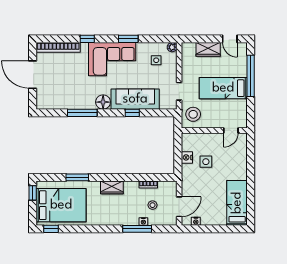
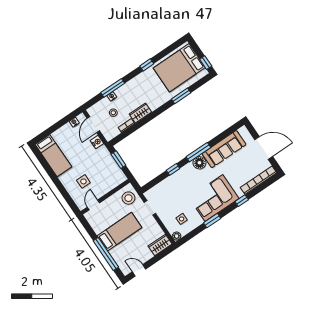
wardrobe: (208, 49) -> (160, 245), moved
sofa: (135, 99) -> (224, 149), moved
window: (82, 113) -> (198, 152), moved
window: (178, 157) -> (118, 160), added
nightstand: (187, 157) -> (97, 142), moved
side table: (206, 162) -> (83, 181), moved
wardrobe: (112, 187) -> (140, 113), moved
window: (51, 229) -> (147, 65), moved

